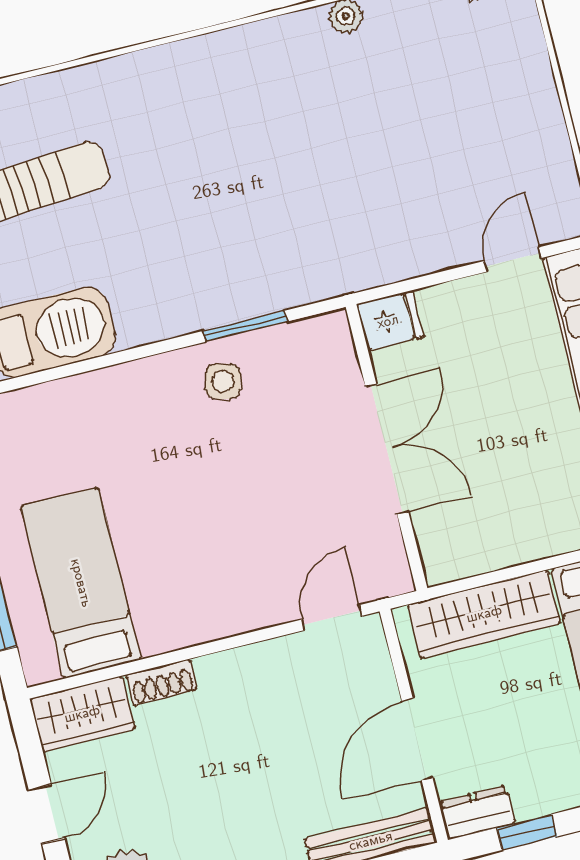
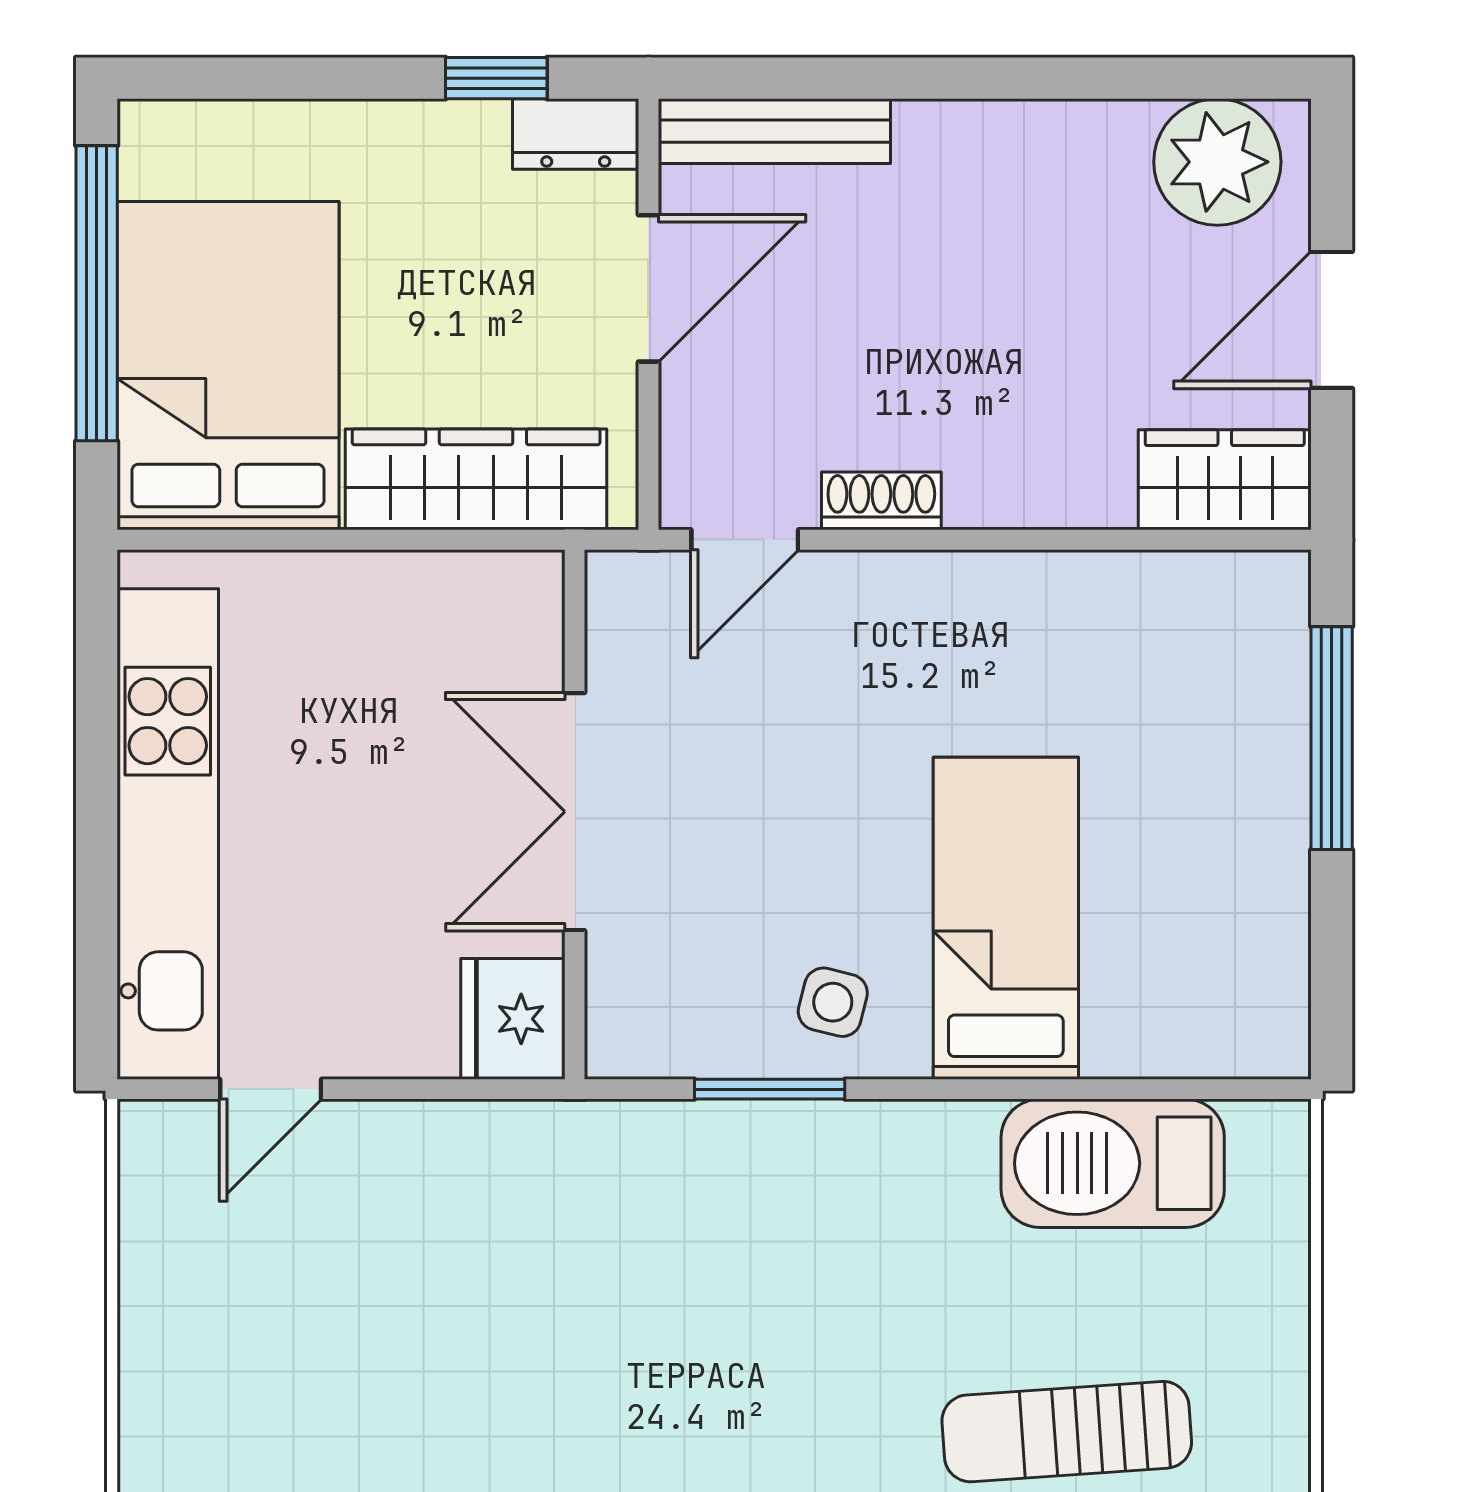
fridge: (390, 321) -> (513, 1019), width x1.38
bed: (81, 583) -> (1006, 918), moved, turned 180
shoe rack: (161, 682) -> (881, 501), moved
door: (47, 814) -> (1332, 320), width x1.37

